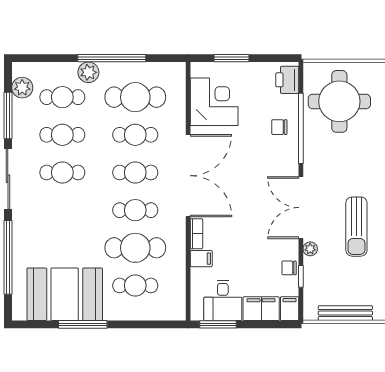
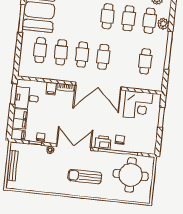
plant: (88, 72) -> (163, 24), moved
printer: (287, 80) -> (103, 143), moved
cafe table: (135, 97) -> (145, 61), width x0.73, depth x0.74
cafe table: (135, 135) -> (124, 59), removed
sun lounger: (356, 227) -> (85, 177), moved
cafe table: (135, 248) -> (61, 52), width x0.73, depth x0.74

